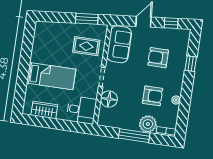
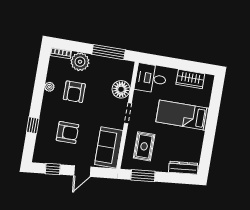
dresser: (49, 27) -> (183, 168), added
rug: (86, 46) -> (144, 146), turned 90
armchair: (153, 96) -> (74, 92), turned -90
window: (134, 136) -> (109, 52), moved

